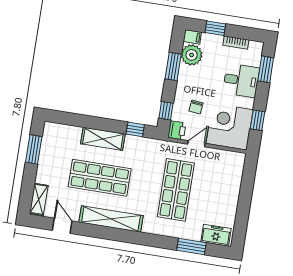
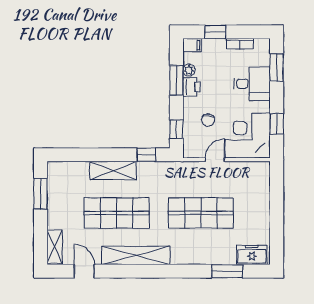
plant: (192, 55) -> (189, 70), width x0.53, depth x0.53
printer: (177, 130) -> (191, 87), moved
shop shelf: (176, 190) -> (201, 213), turned 90

